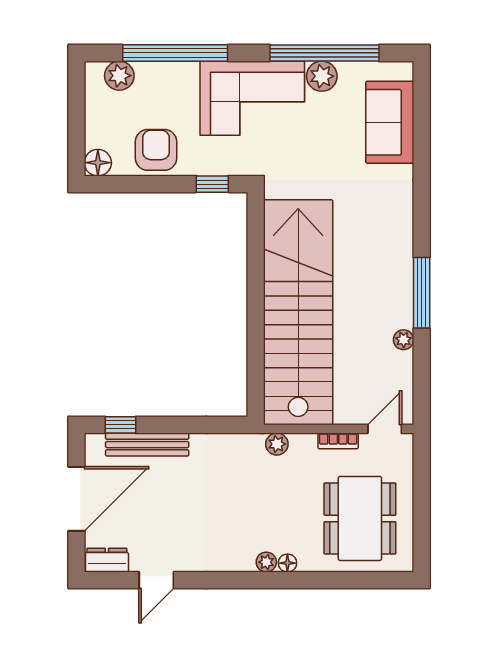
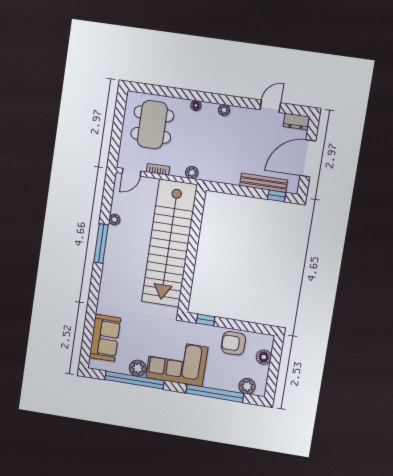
armchair: (156, 150) -> (233, 343), turned 90
floor lamp: (98, 163) -> (264, 357), moved
plant: (266, 562) -> (224, 110), moved

